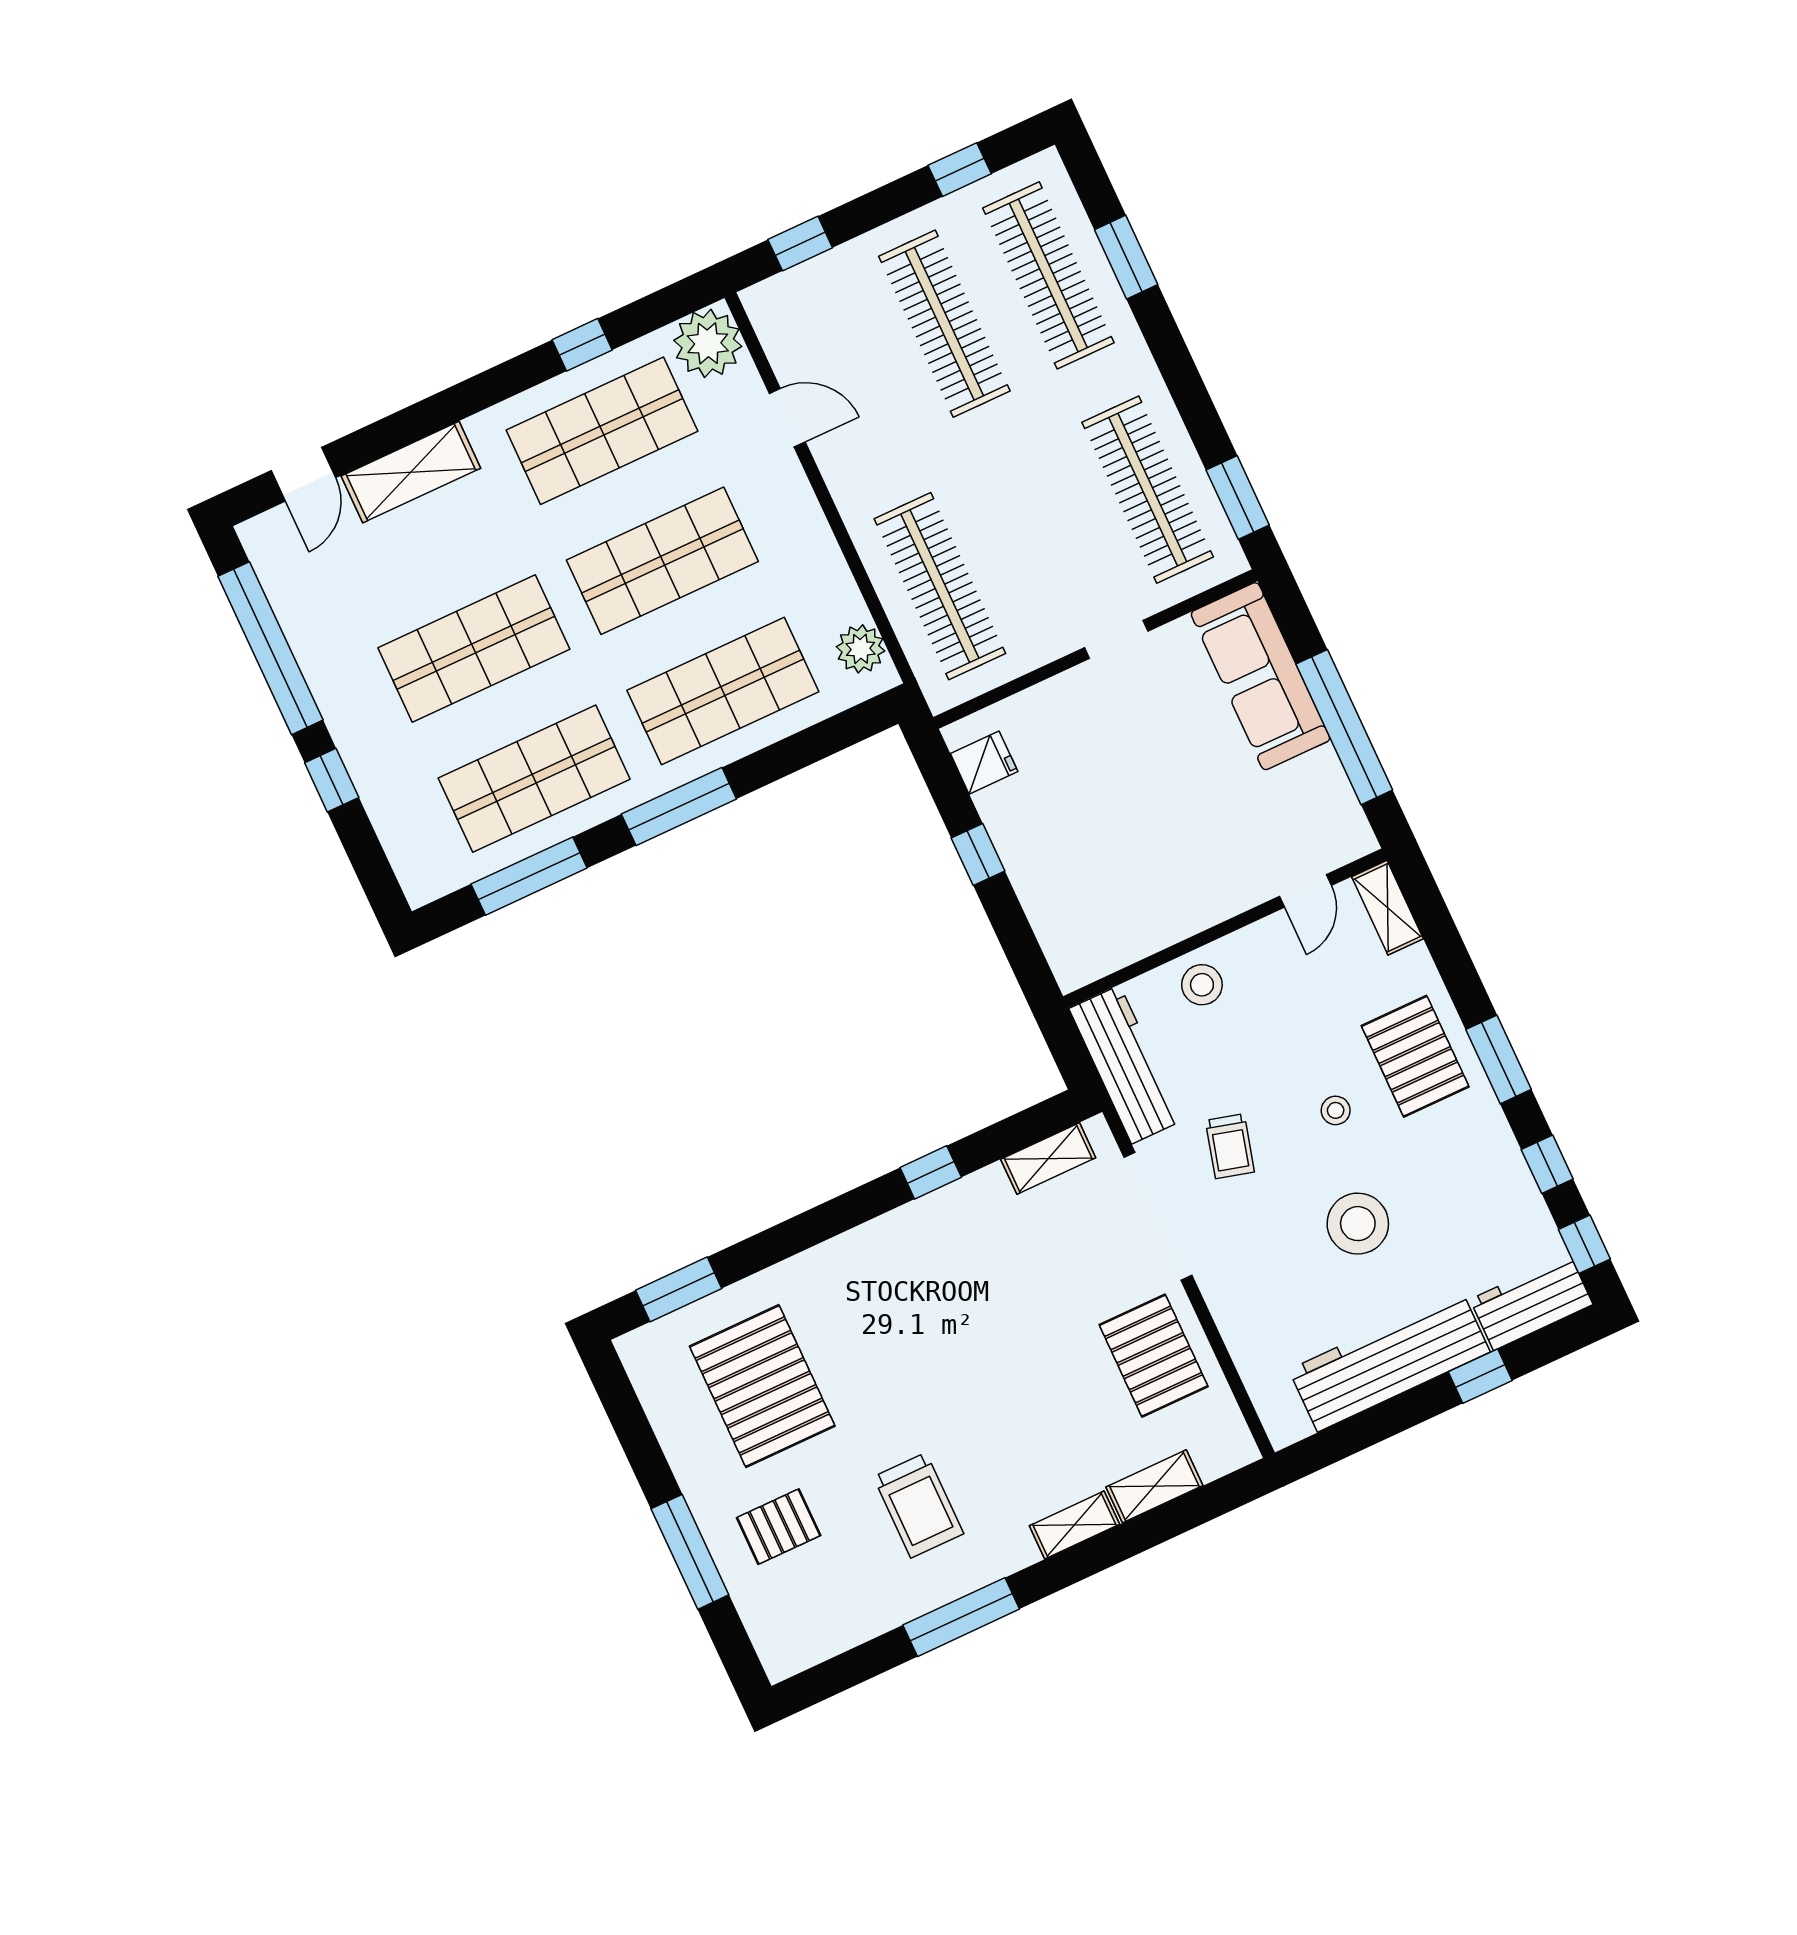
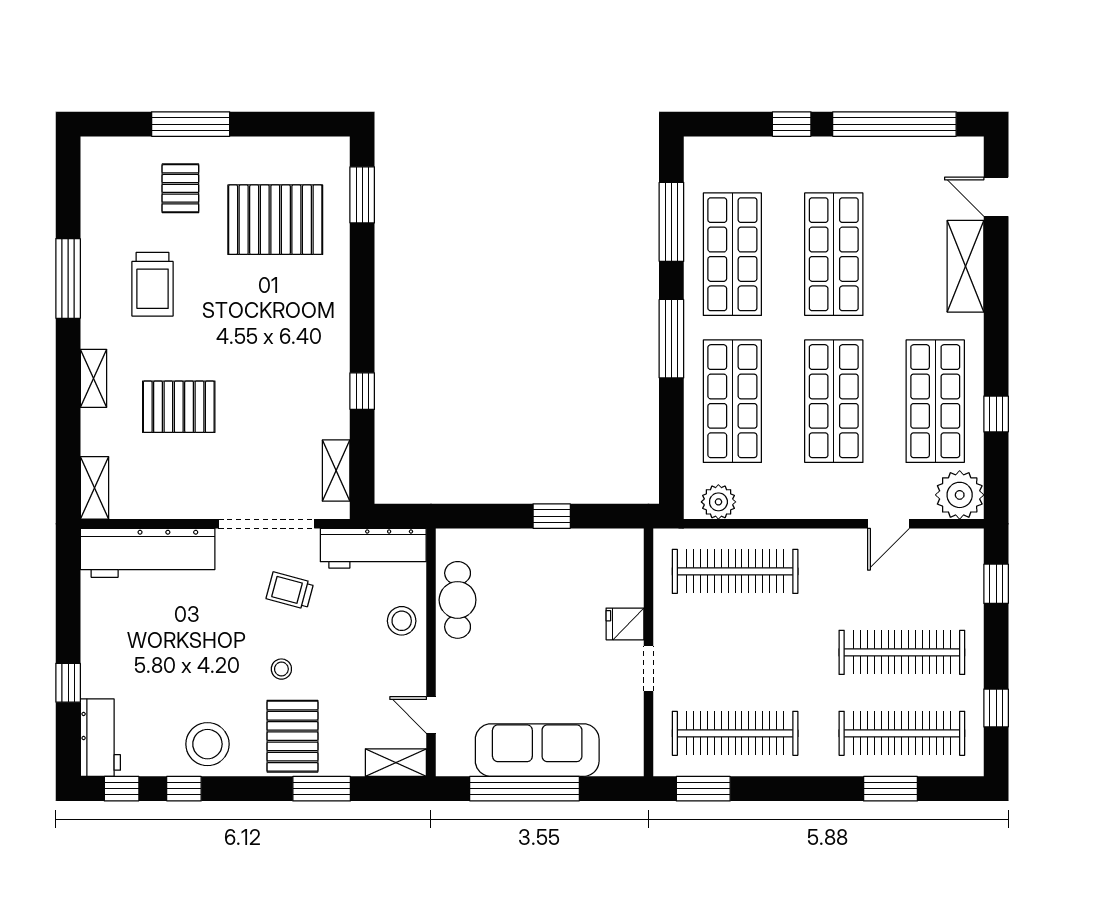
sofa: (1260, 676) -> (537, 750), moved
fridge: (984, 763) -> (625, 624), moved, turned 90
cafe table: (1142, 925) -> (458, 600), added
pallet: (1415, 1056) -> (292, 736), turned 90
window: (1499, 1059) -> (322, 789), moved
stool: (1358, 1224) -> (207, 744), moved
pallet: (1154, 1356) -> (179, 407), moved
workbench: (1389, 1361) -> (148, 553), moved, turned 90
shelving: (1154, 1486) -> (94, 488), moved
trolley: (918, 1505) -> (153, 284), turned -90

